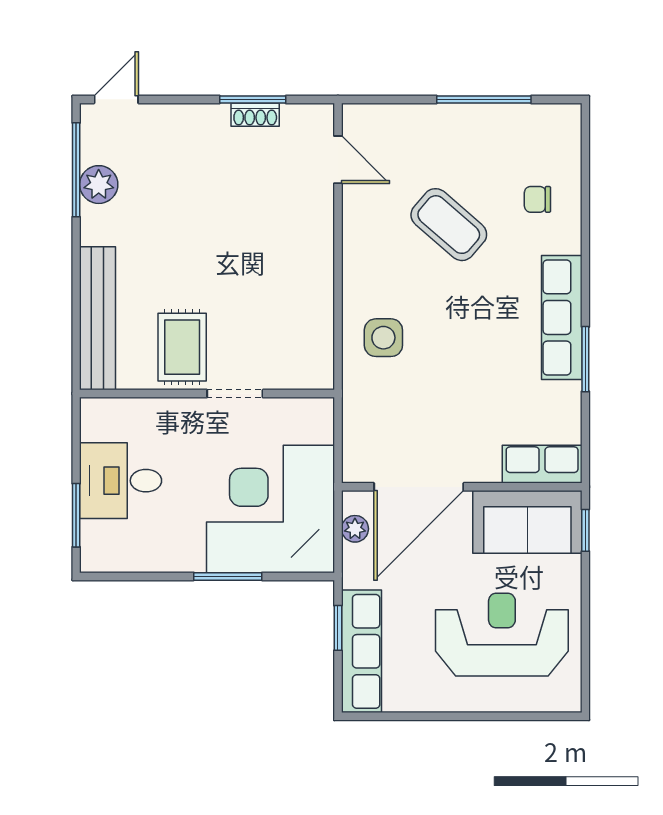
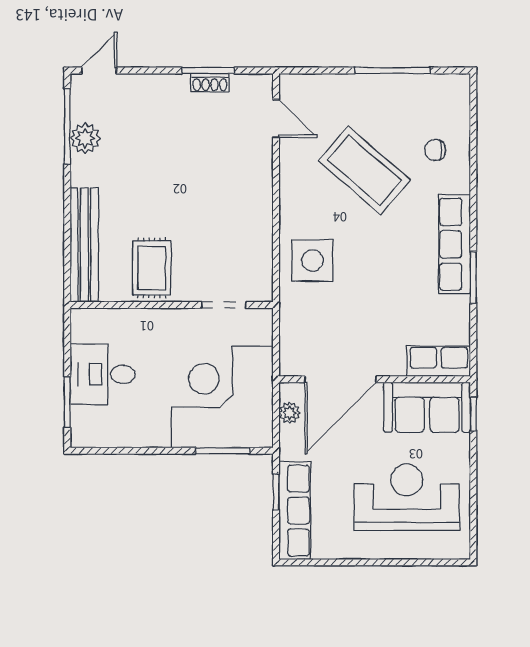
coffee table: (449, 225) -> (364, 170), width x1.36, depth x1.32
side table: (383, 338) -> (312, 260), width x1.37, depth x1.37
doorway: (235, 394) -> (224, 305), moved
window: (228, 576) -> (223, 451), moved

